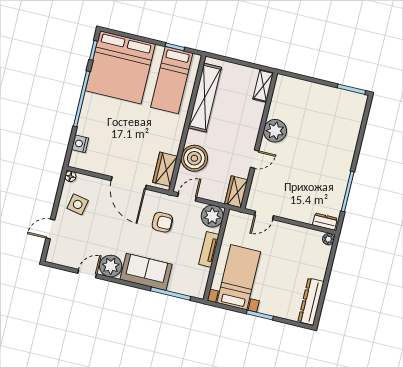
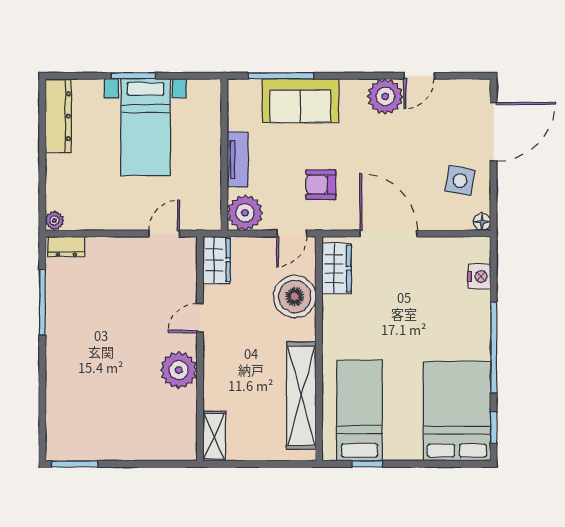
bed: (120, 67) -> (457, 411), width x0.73
door: (50, 229) -> (494, 132), width x1.88
sofa: (146, 272) -> (300, 101), moved
bed with nightstands: (239, 277) -> (145, 127), moved

